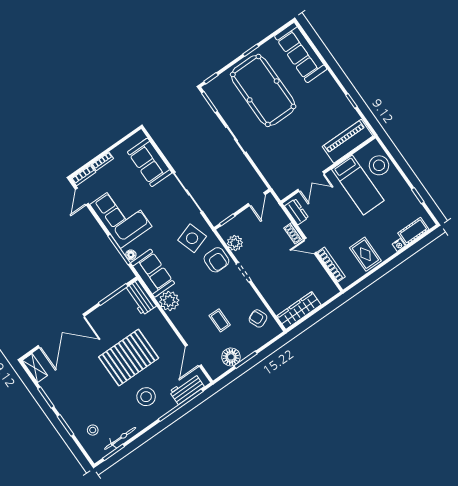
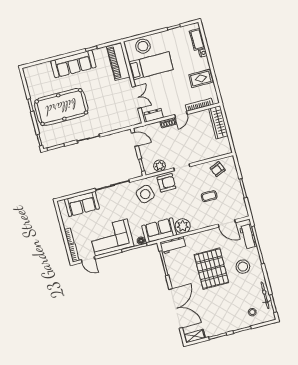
sofa: (301, 53) -> (73, 64), moved
wardrobe: (299, 310) -> (218, 122), moved
floor lamp: (231, 357) -> (237, 198), removed

